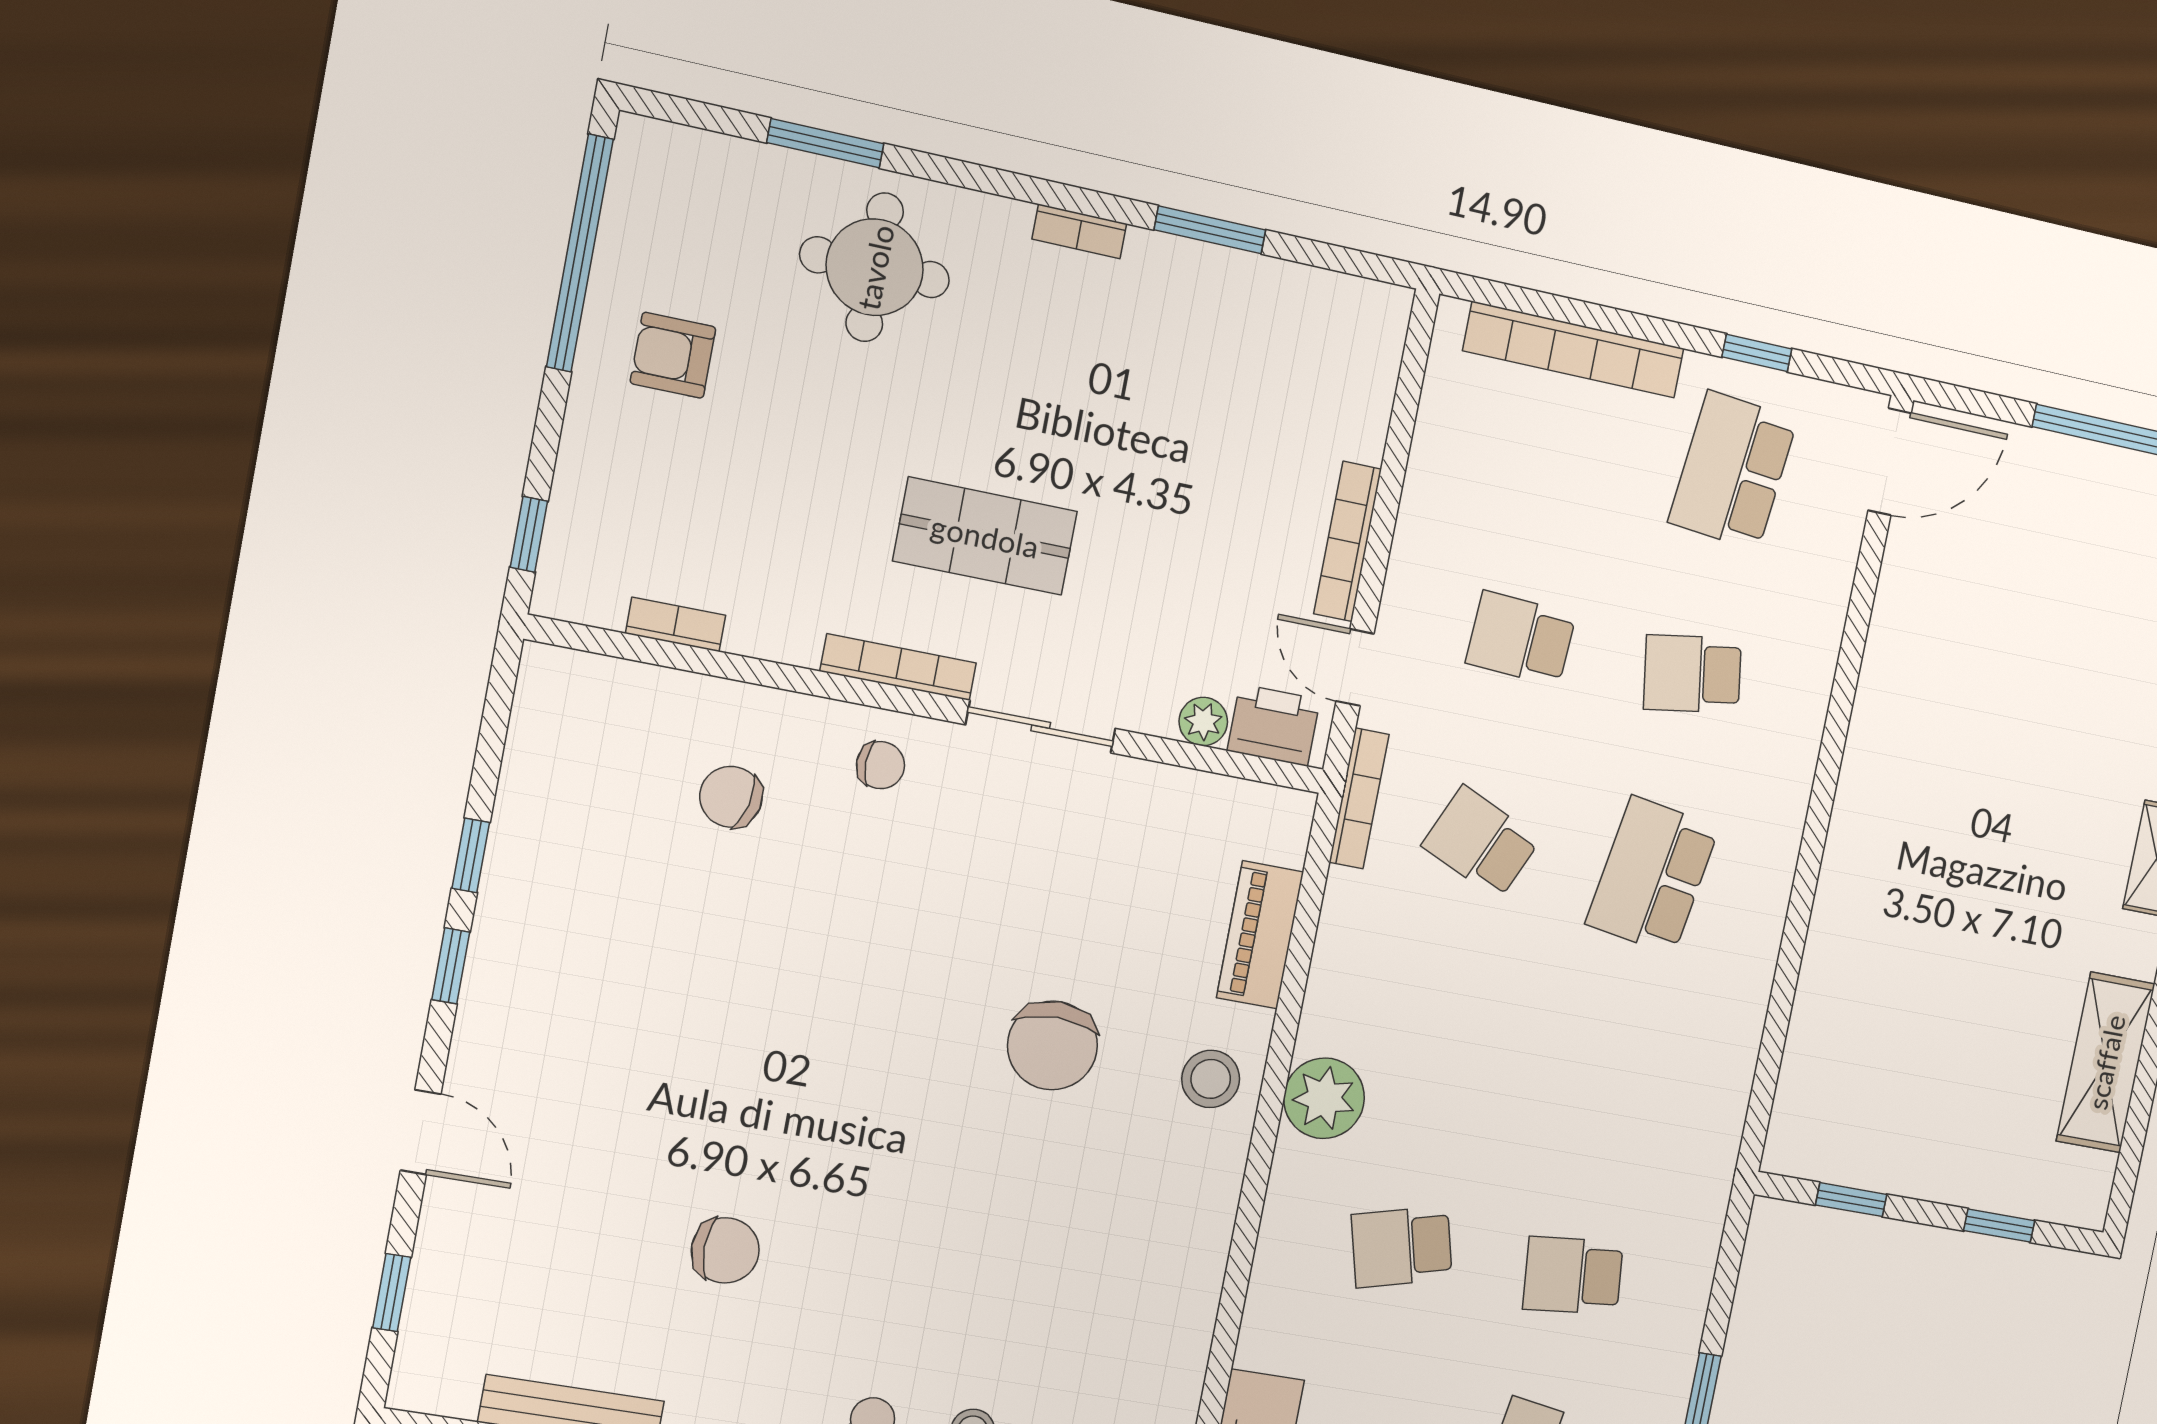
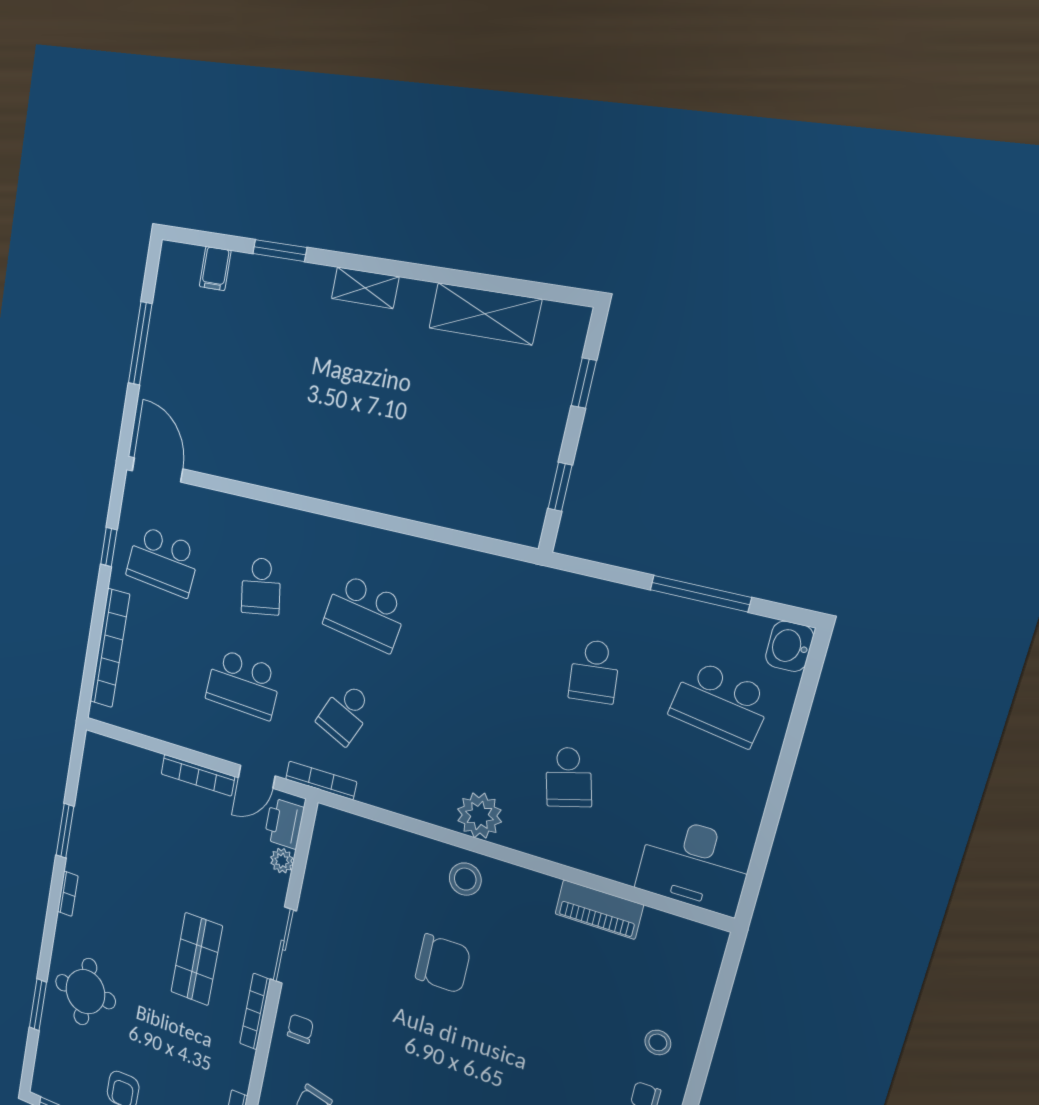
school desk: (1521, 639) -> (243, 684), width x1.85
piano: (1260, 935) -> (599, 909), moved

